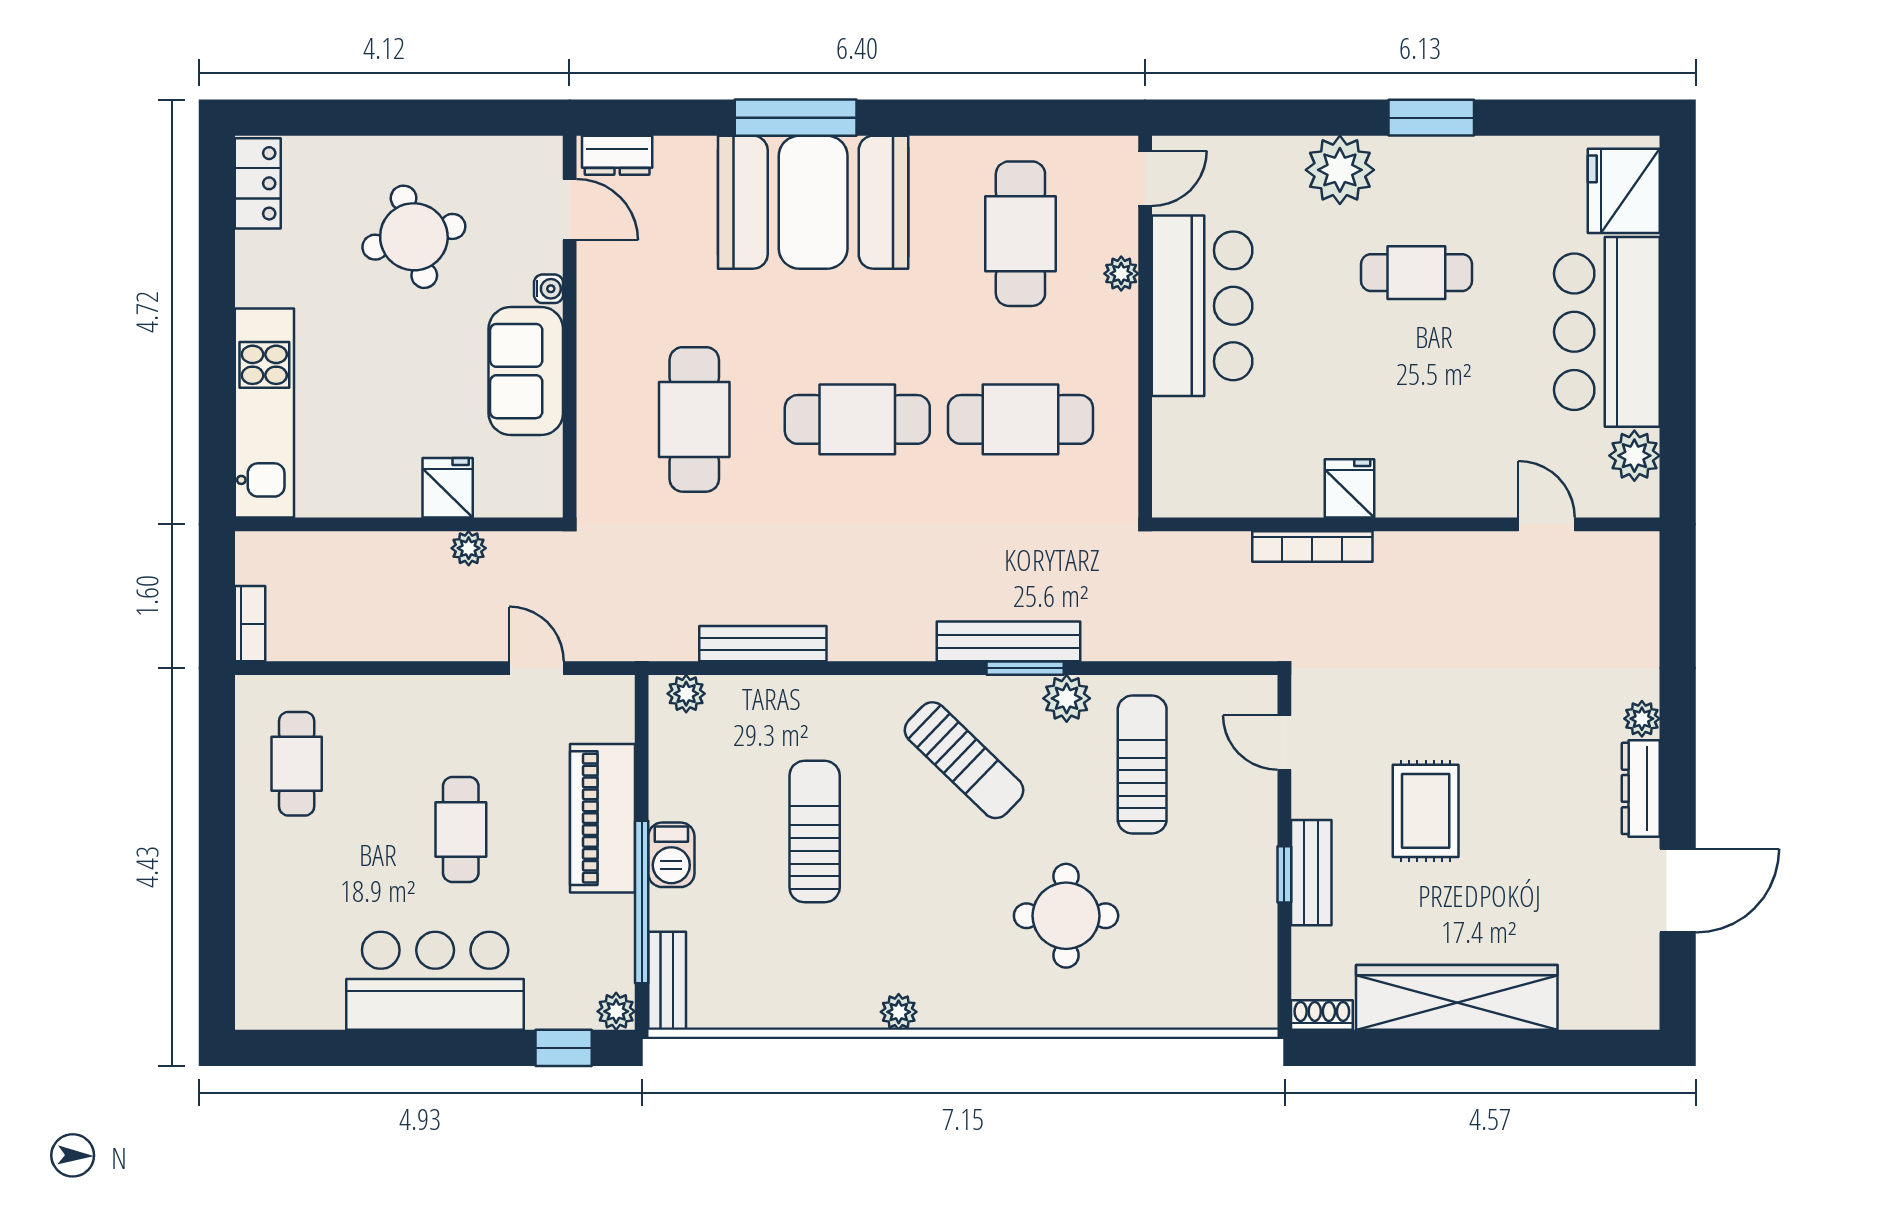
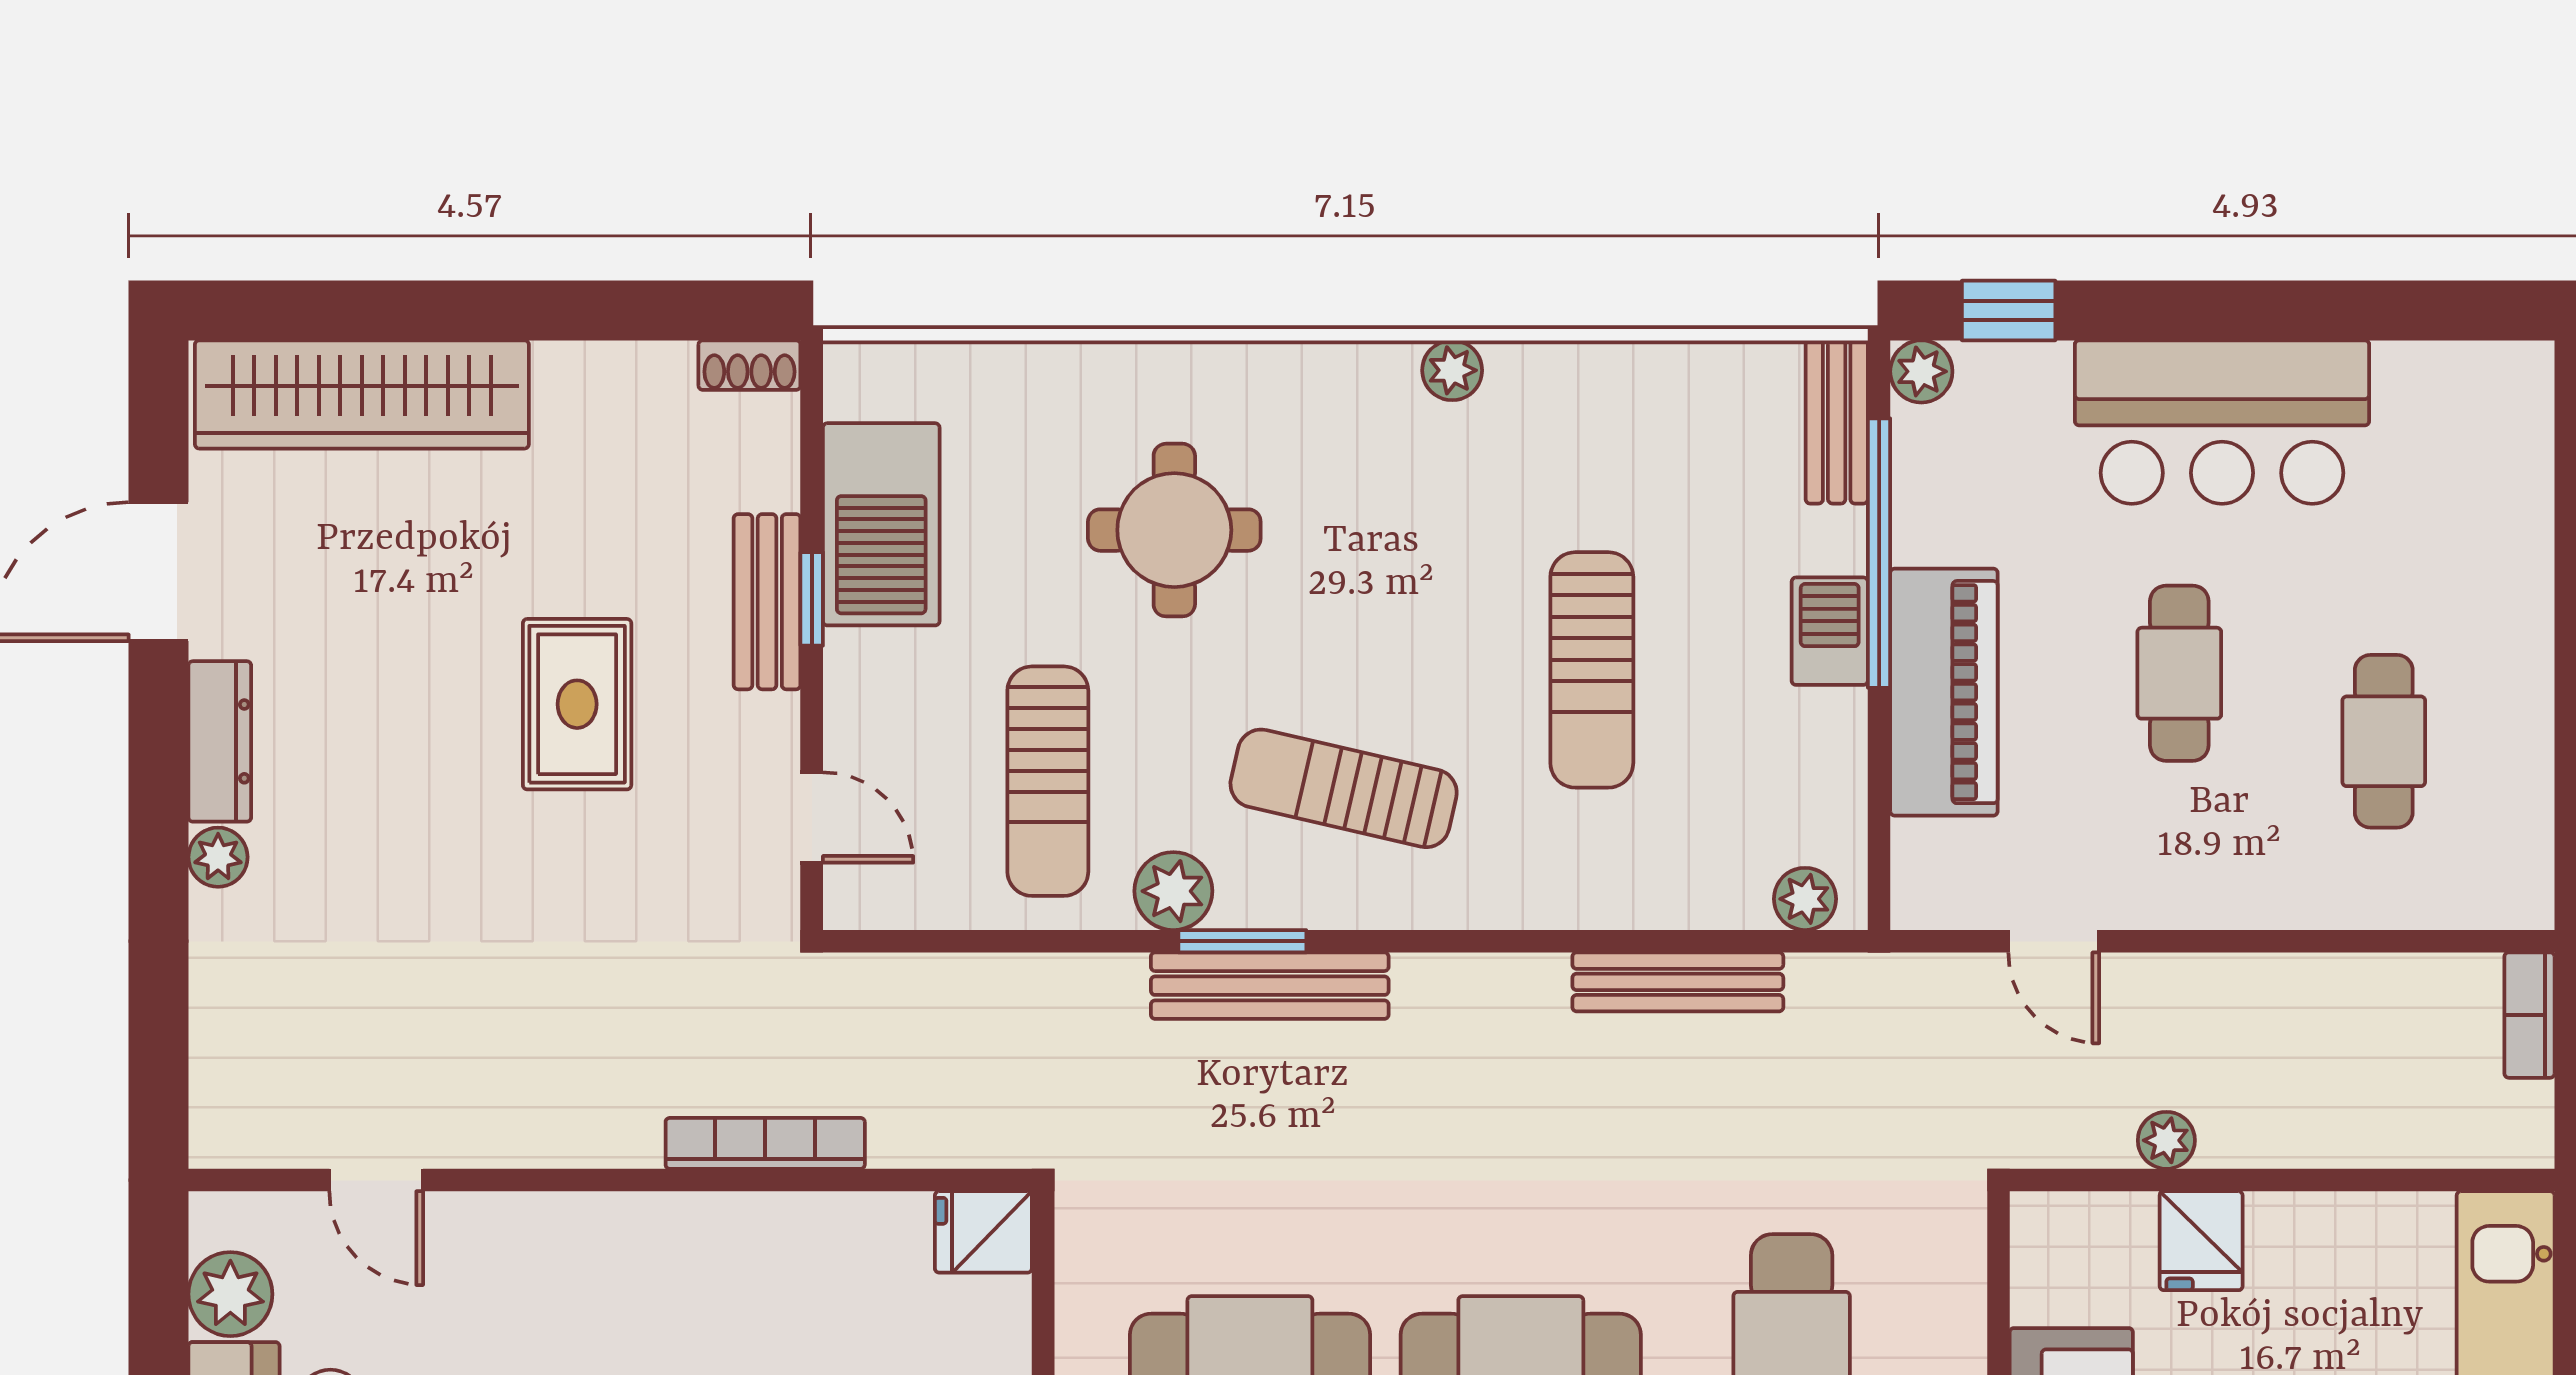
fridge: (1349, 488) -> (983, 1232), moved, turned 90
sun lounger: (964, 760) -> (1344, 788), turned -31
cafe table: (297, 764) -> (2384, 741), moved
barbecue: (1242, 919) -> (881, 524), added
wardrobe: (1457, 997) -> (362, 394), moved

